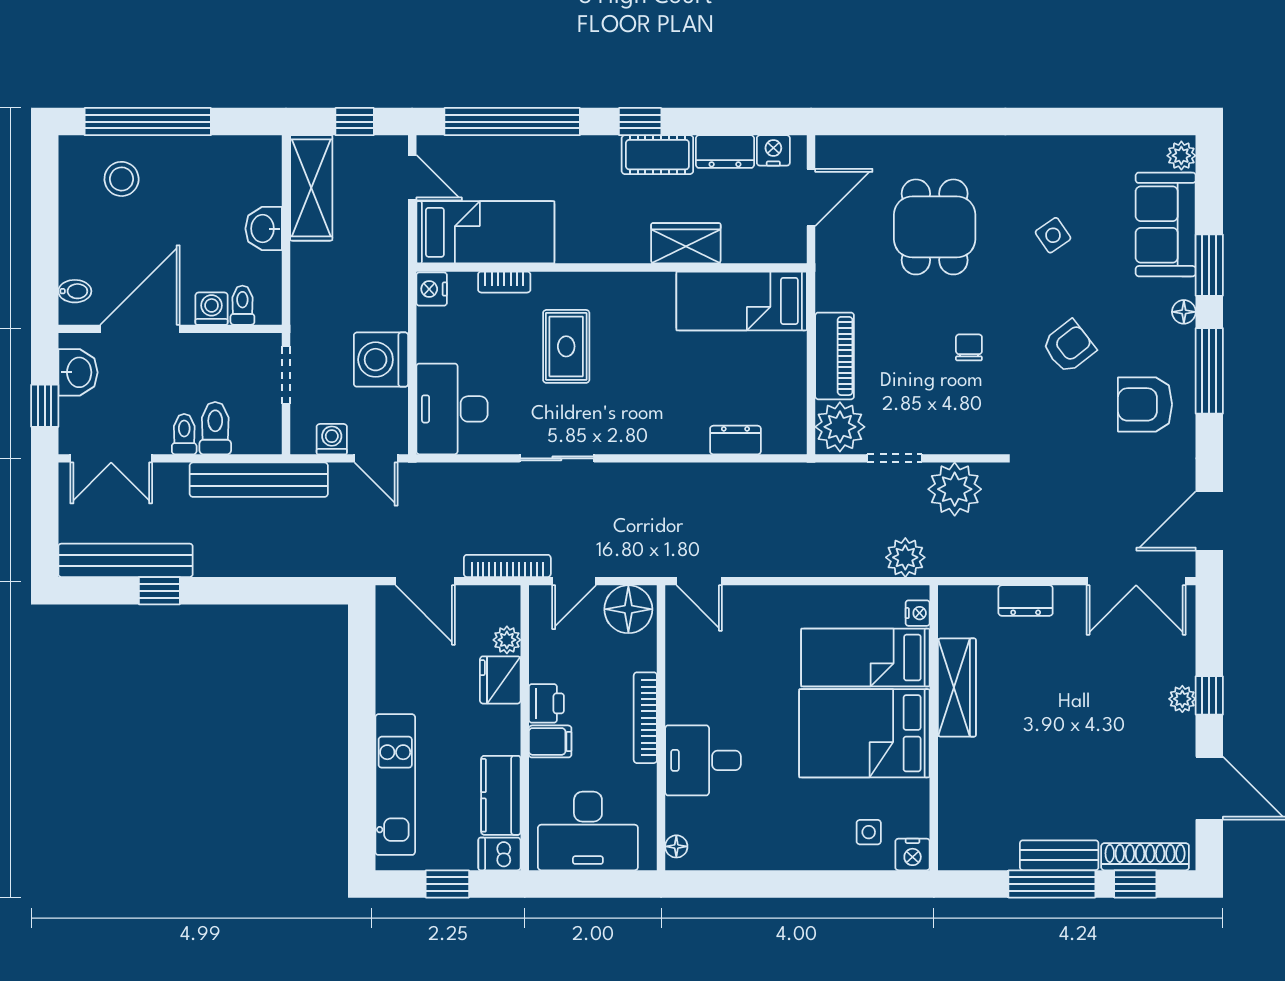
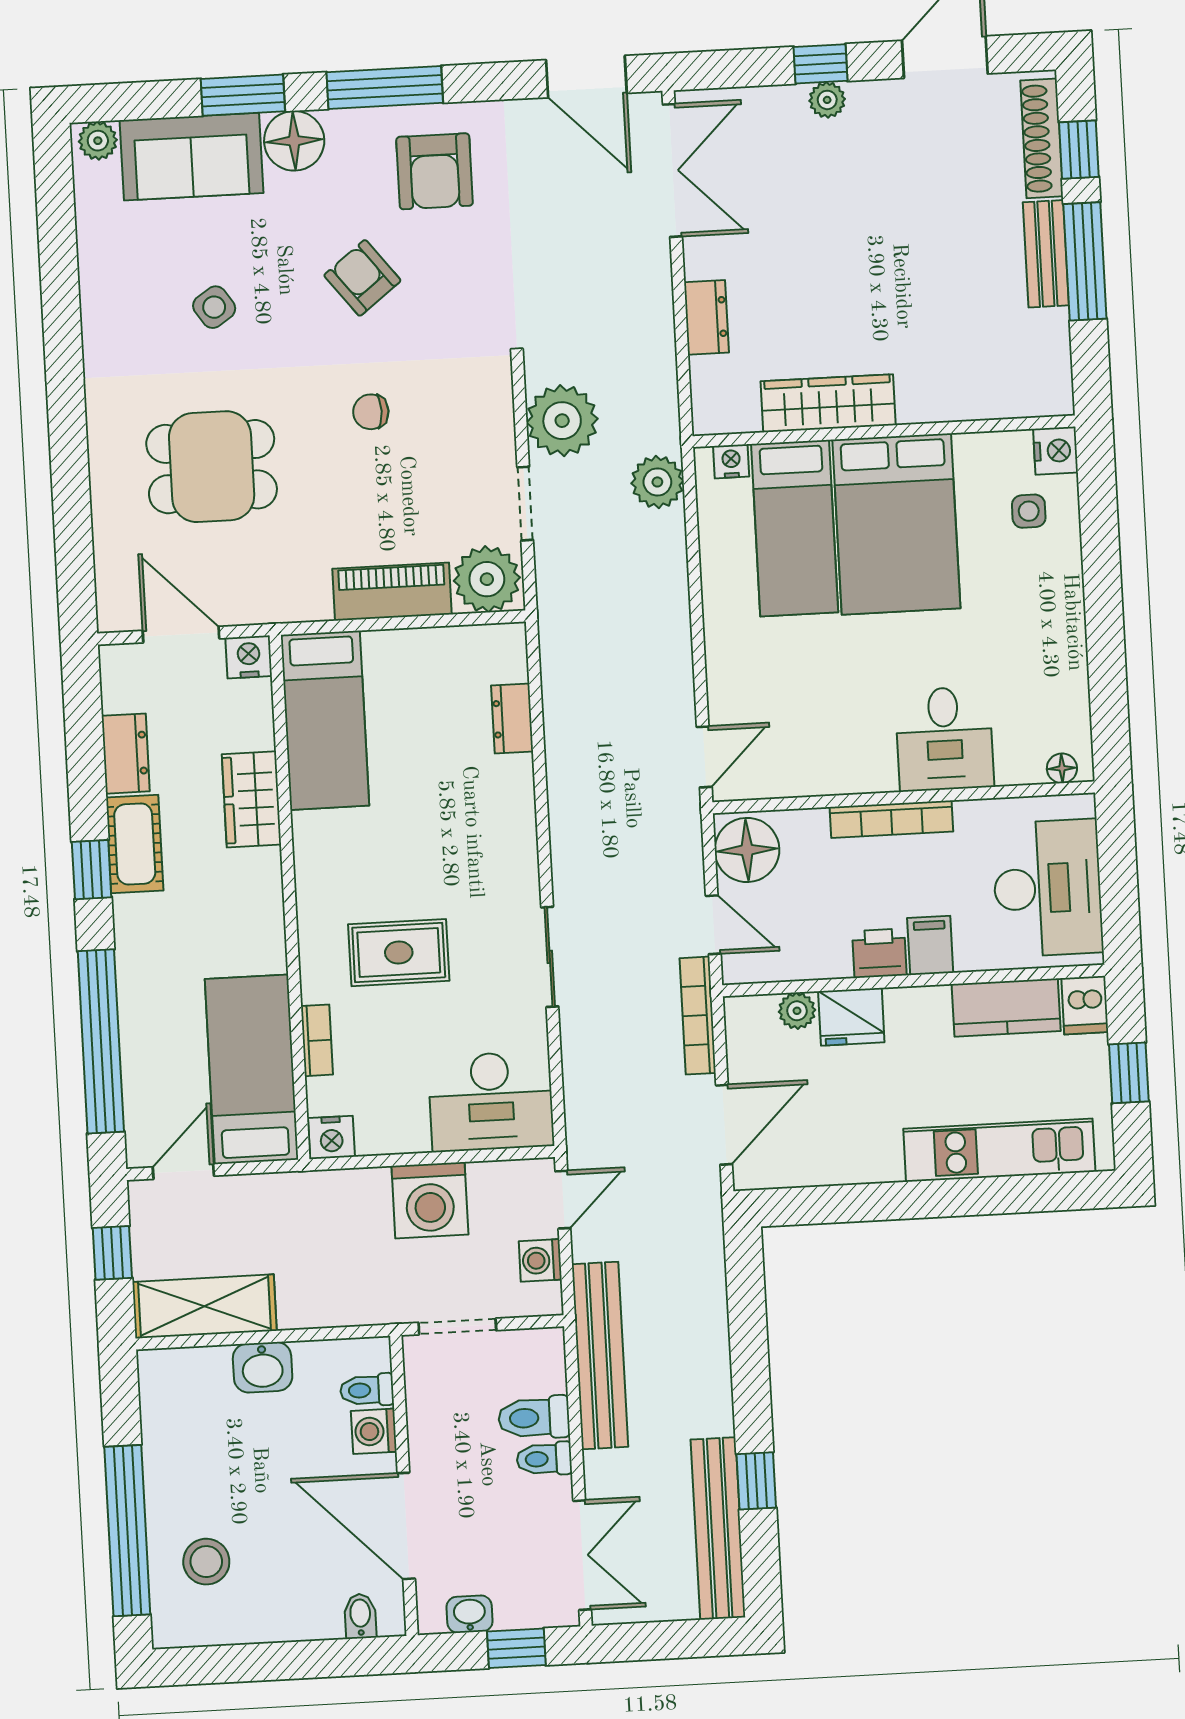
nightstand: (773, 150) -> (249, 657), moved, turned 90
floor lamp: (1184, 312) -> (294, 141), width x1.89, depth x1.89
washbasin: (78, 372) -> (470, 1614), width x0.72, depth x0.69

